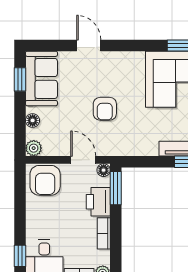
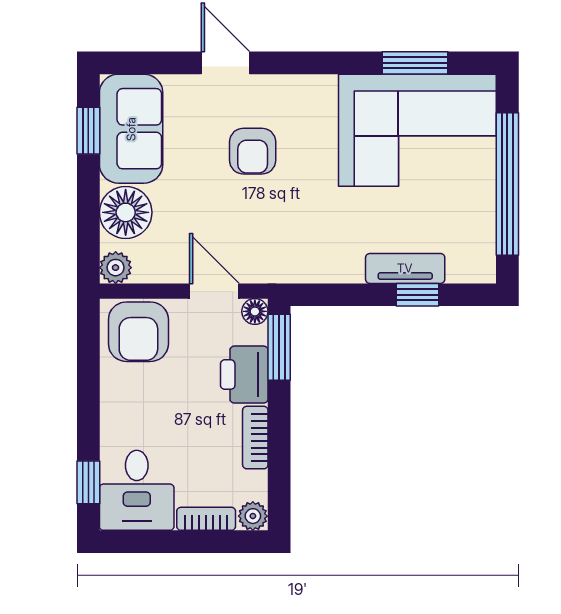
armchair: (105, 109) -> (253, 151), moved
floor lamp: (33, 120) -> (126, 212), width x1.89, depth x1.89

